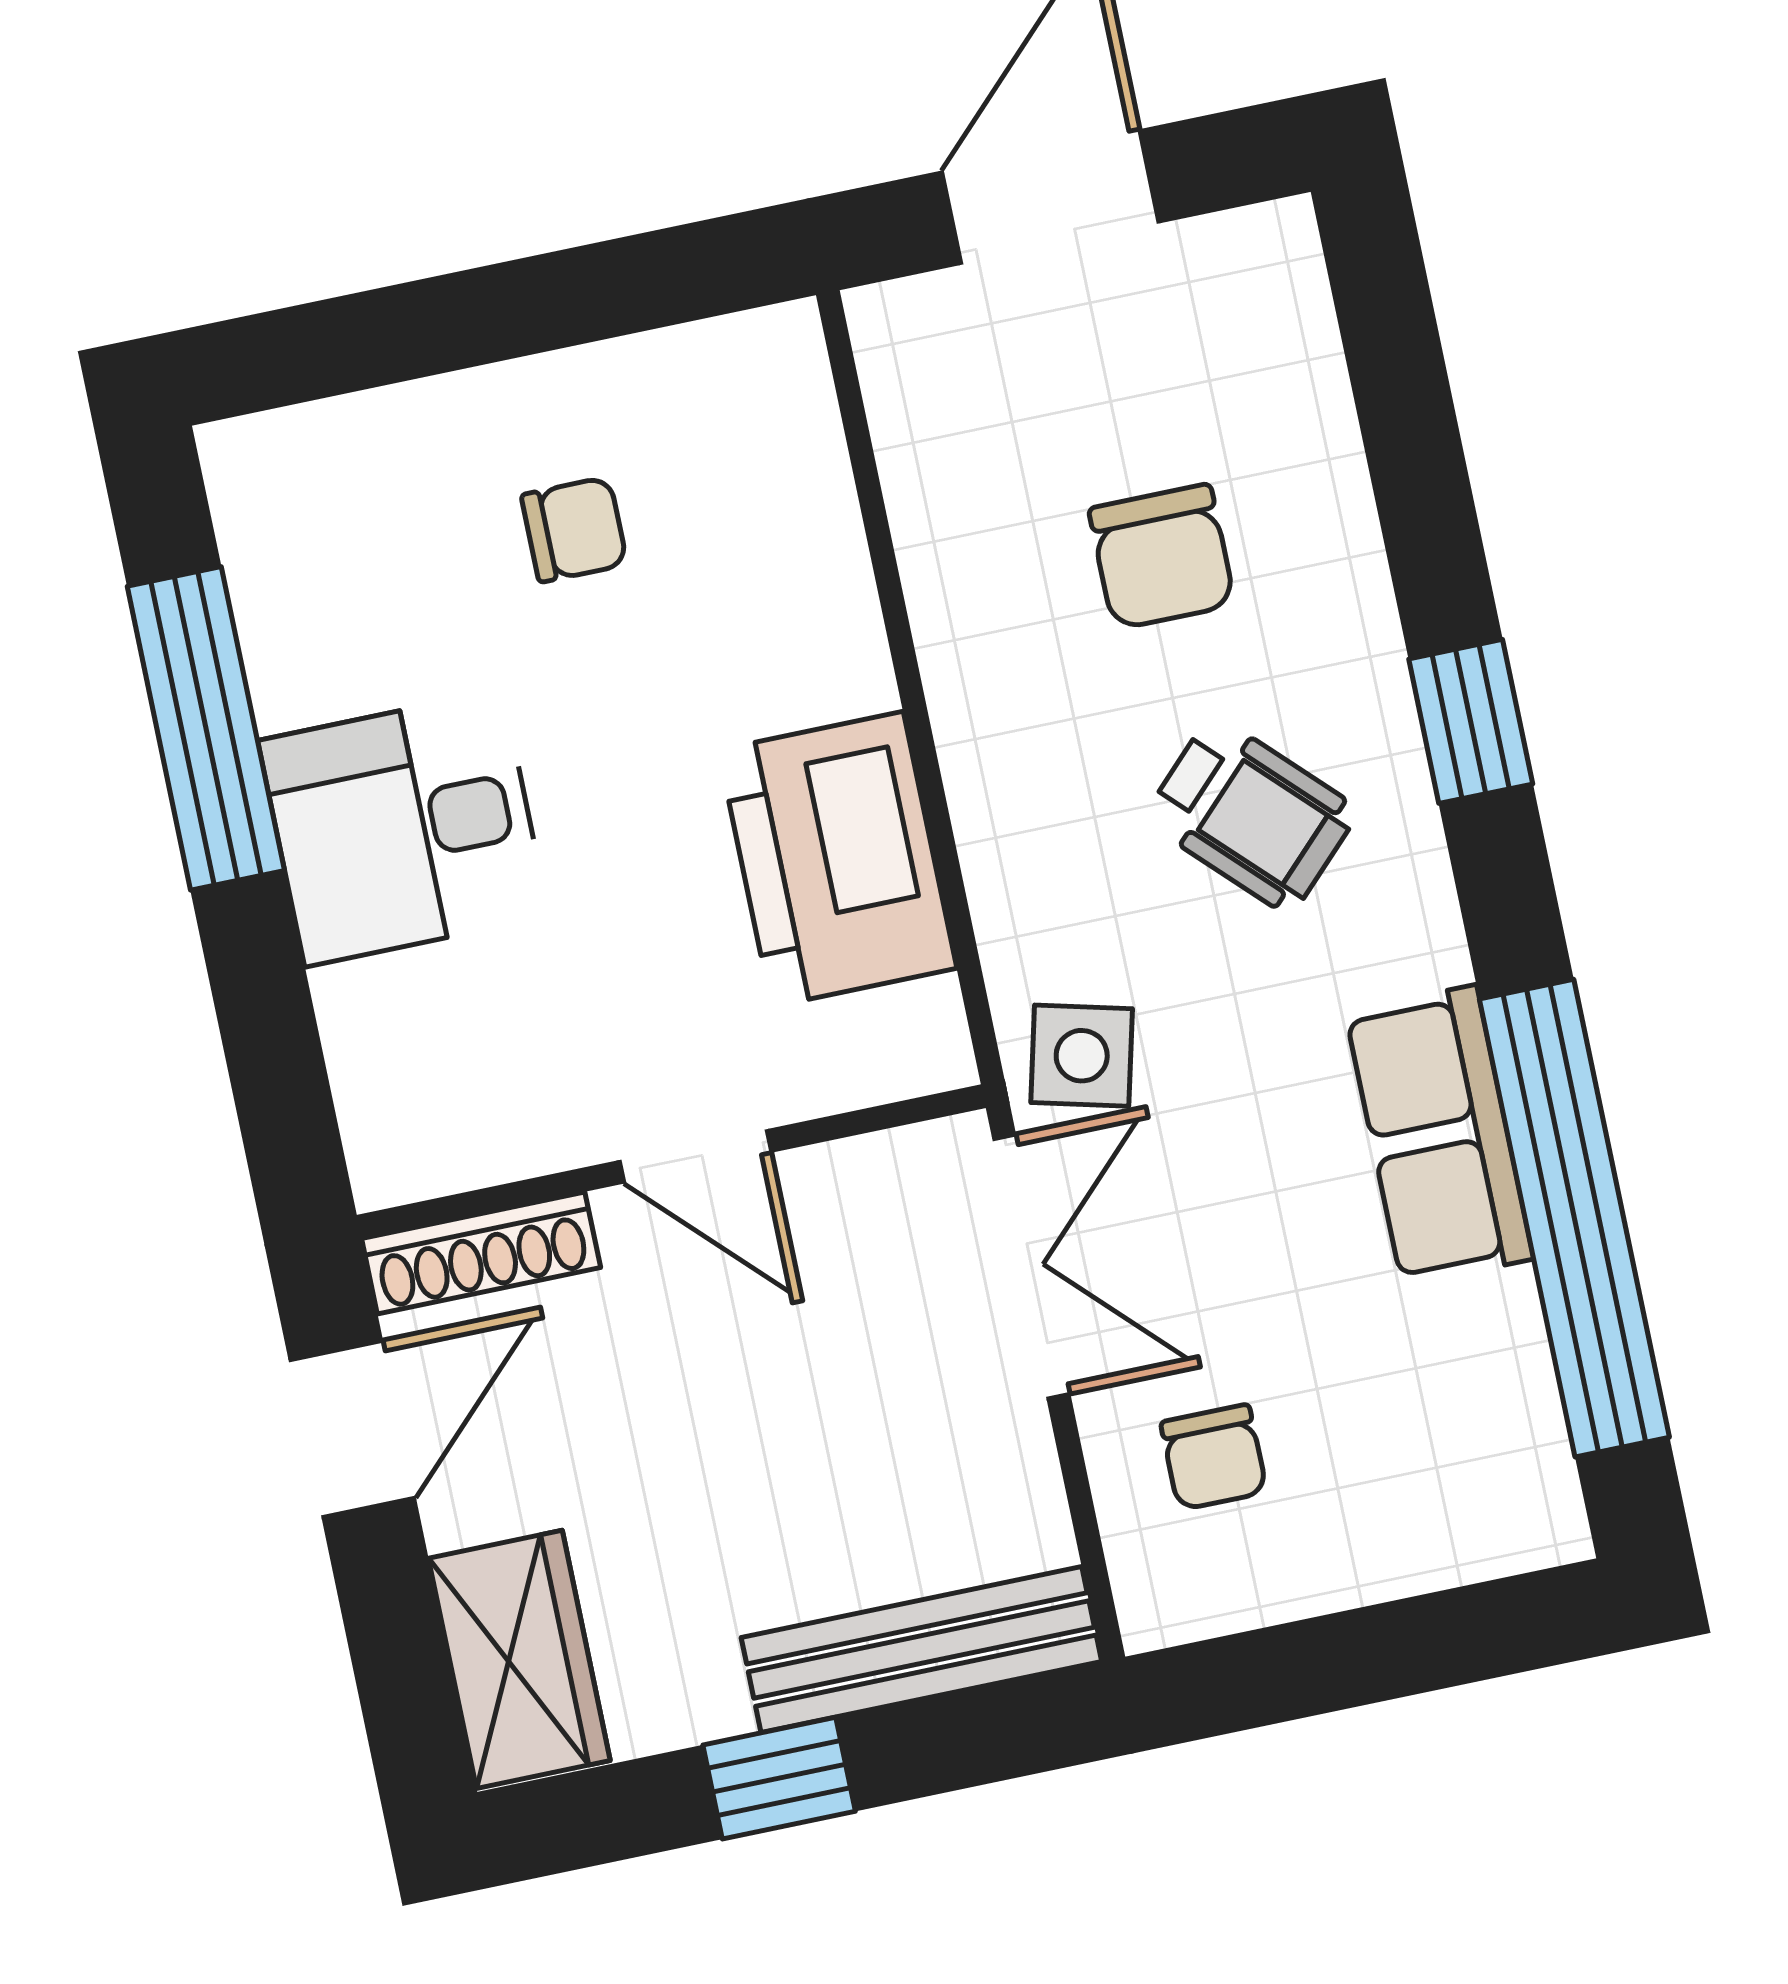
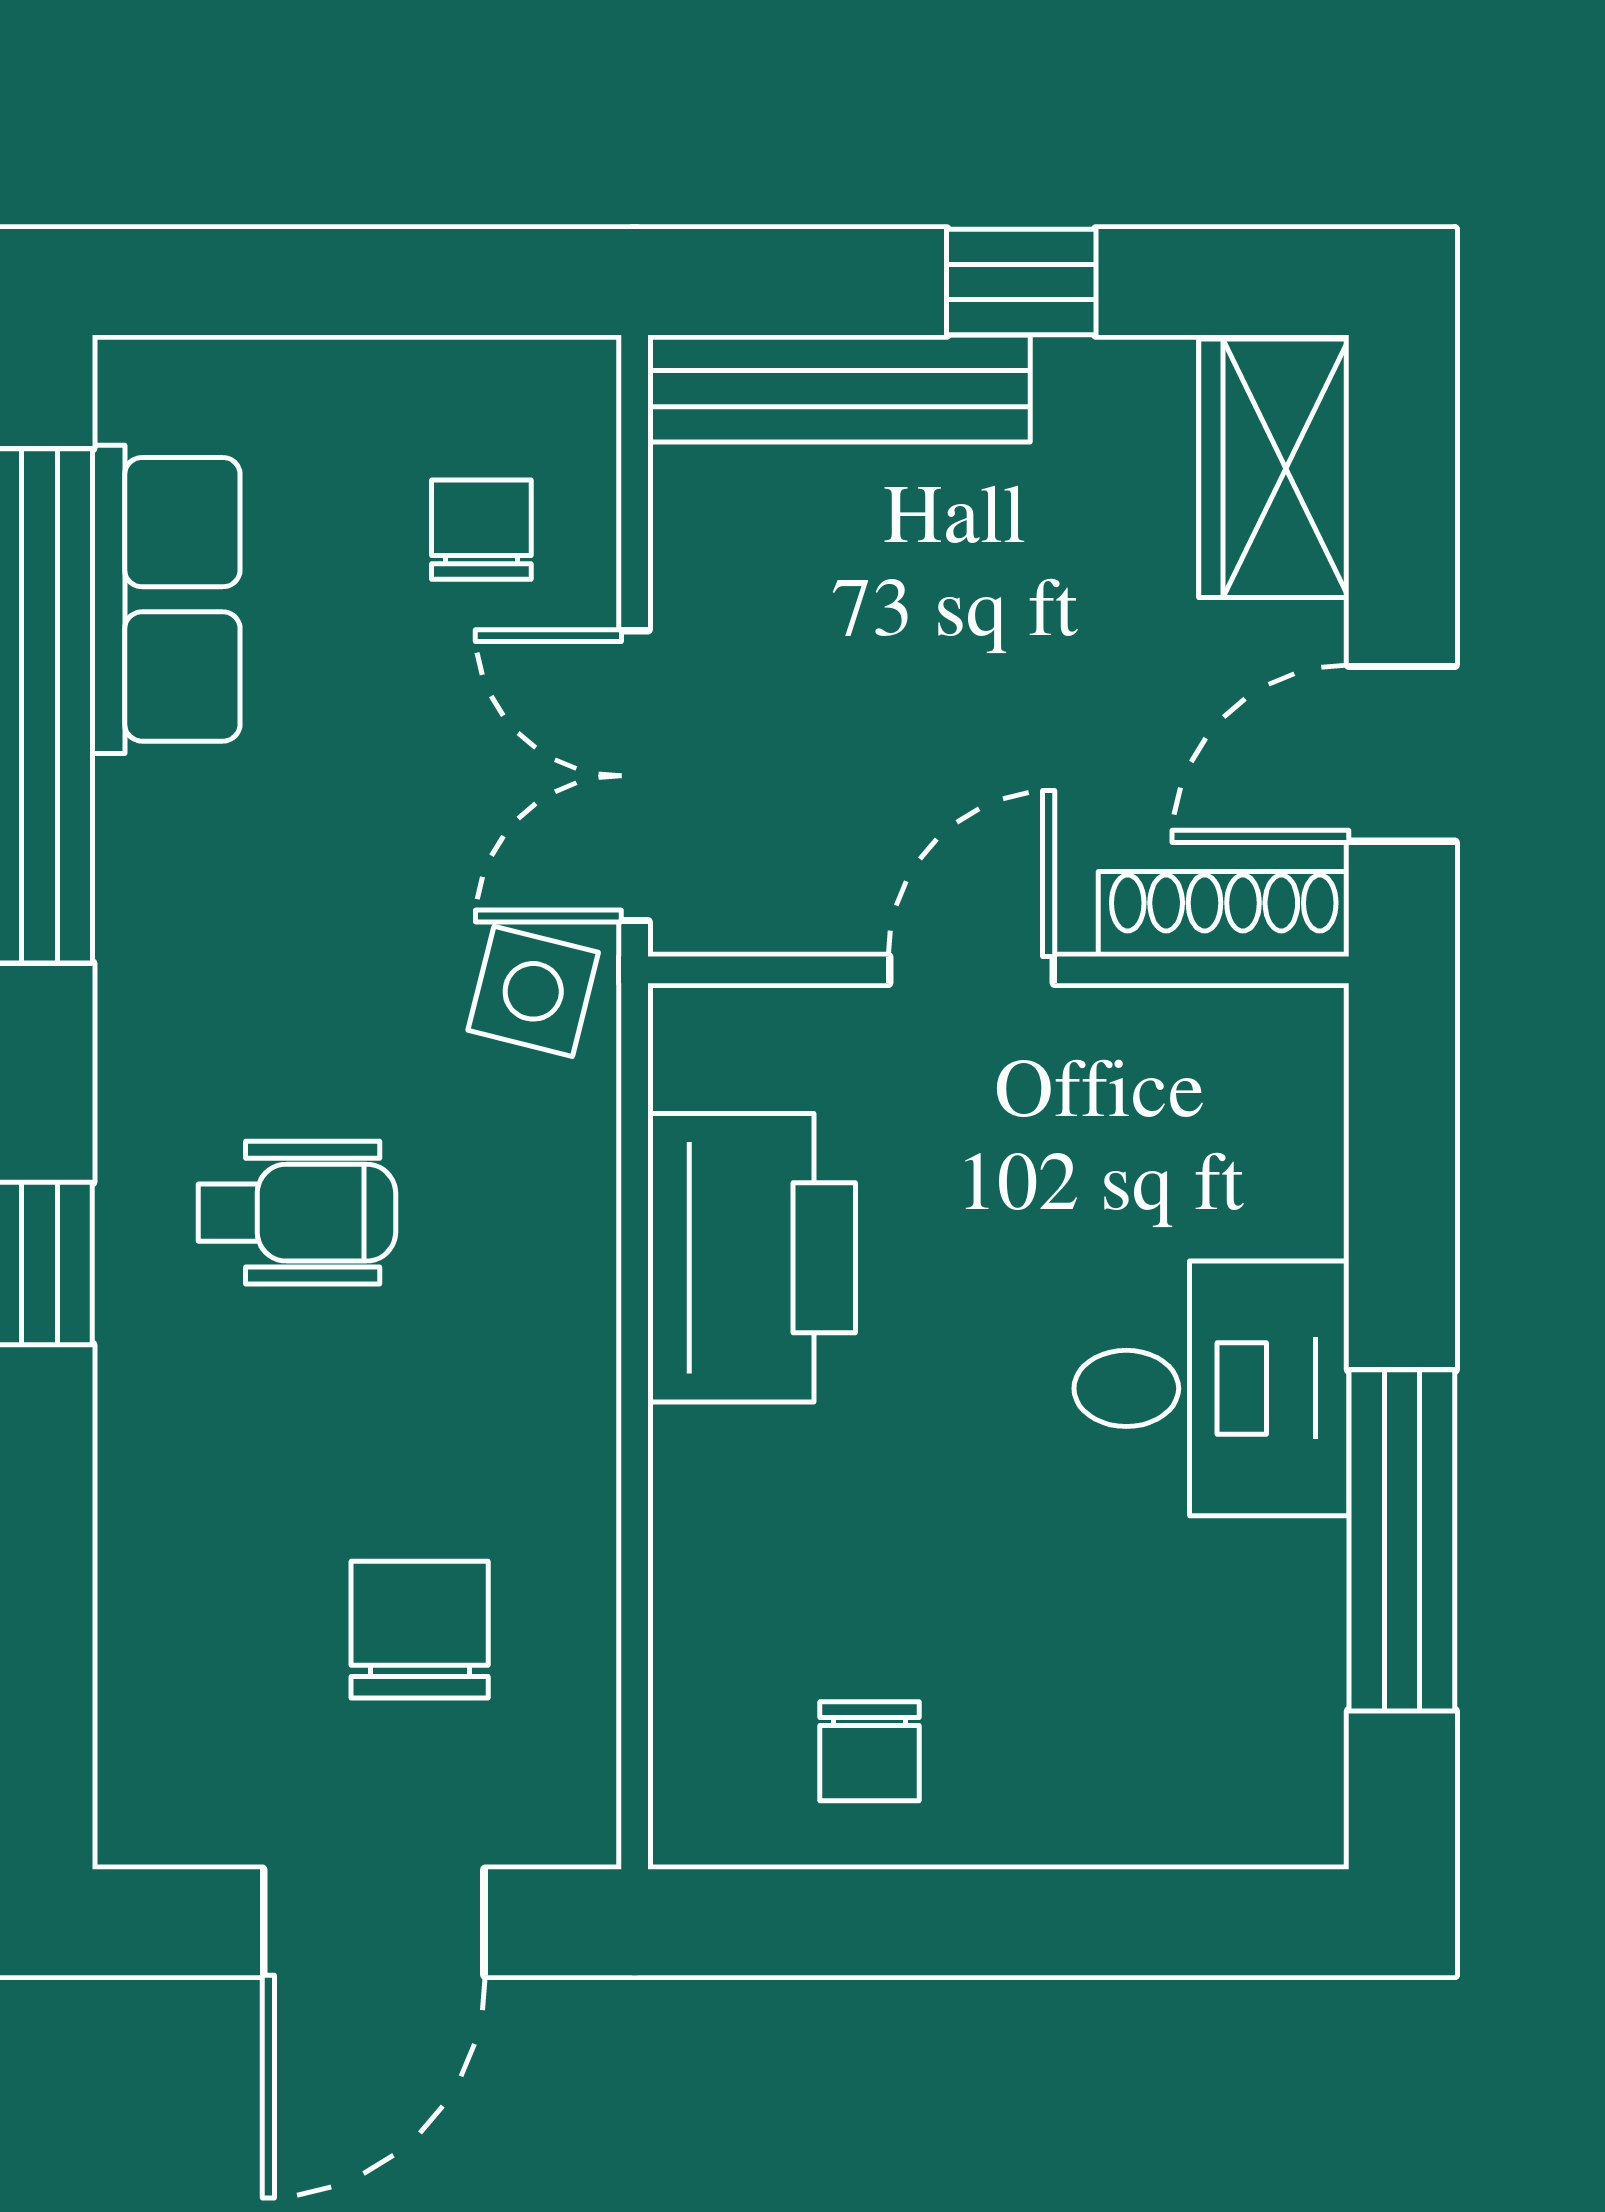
chair: (574, 530) -> (870, 1751), moved, turned -90
chair: (1162, 557) -> (420, 1630), moved
wheelchair: (1251, 815) -> (297, 1213), turned 135
row of seats: (1439, 1135) -> (166, 599), moved
door: (695, 1156) -> (971, 970), hinge flipped

